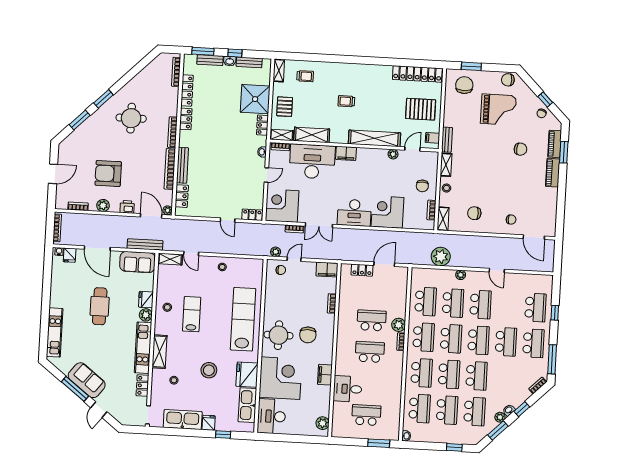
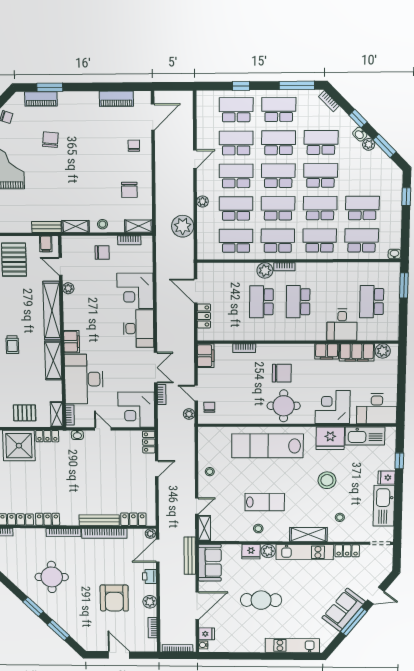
shelving: (312, 135) -> (53, 360), moved
piano: (553, 173) -> (116, 99), moved
school desk: (508, 306) -> (236, 143), added
lab bench: (192, 314) -> (265, 502), turned 180
corner desk: (280, 378) -> (333, 407), width x0.74, depth x0.74
filing cabinet: (322, 401) -> (357, 352), added
school desk: (475, 411) -> (321, 142), moved

